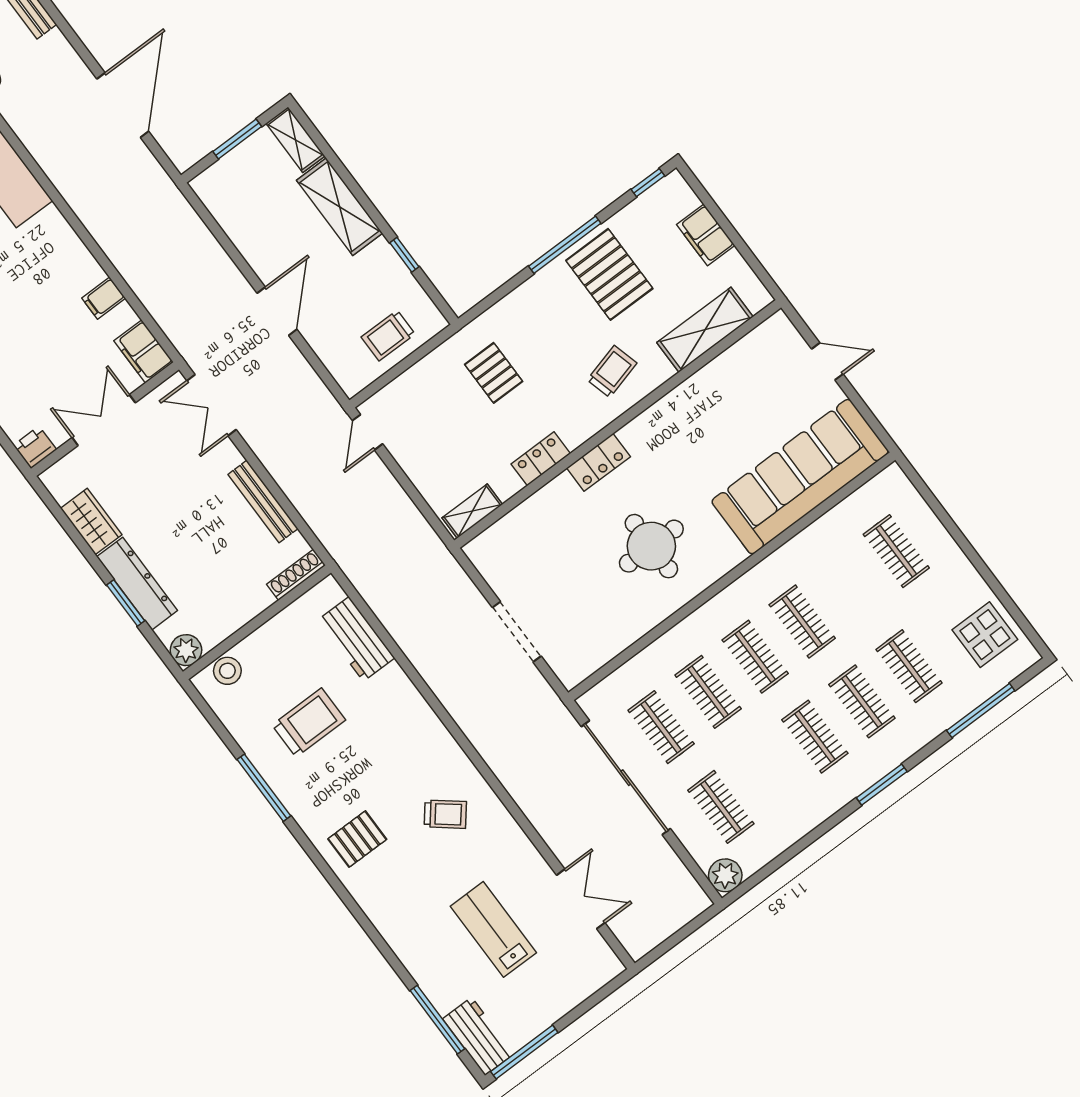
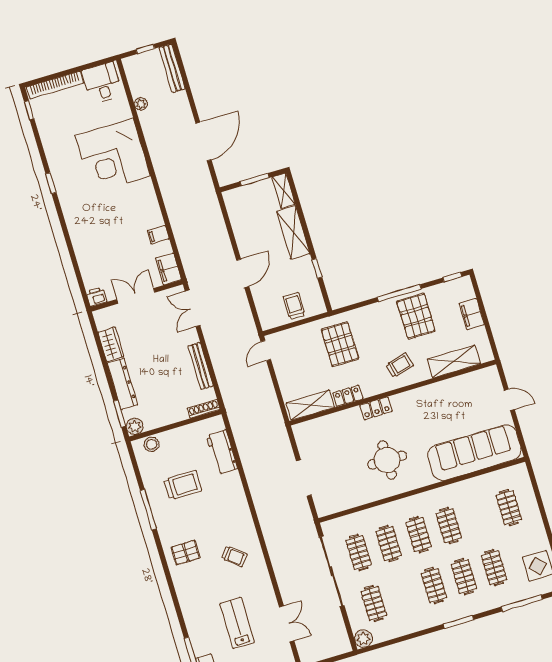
trolley: (388, 336) -> (294, 306), turned 90
pallet: (494, 373) -> (340, 344), width x1.50, depth x1.42
shelving: (472, 511) -> (310, 405), width x1.50, depth x1.33
window: (126, 603) -> (120, 414), moved

